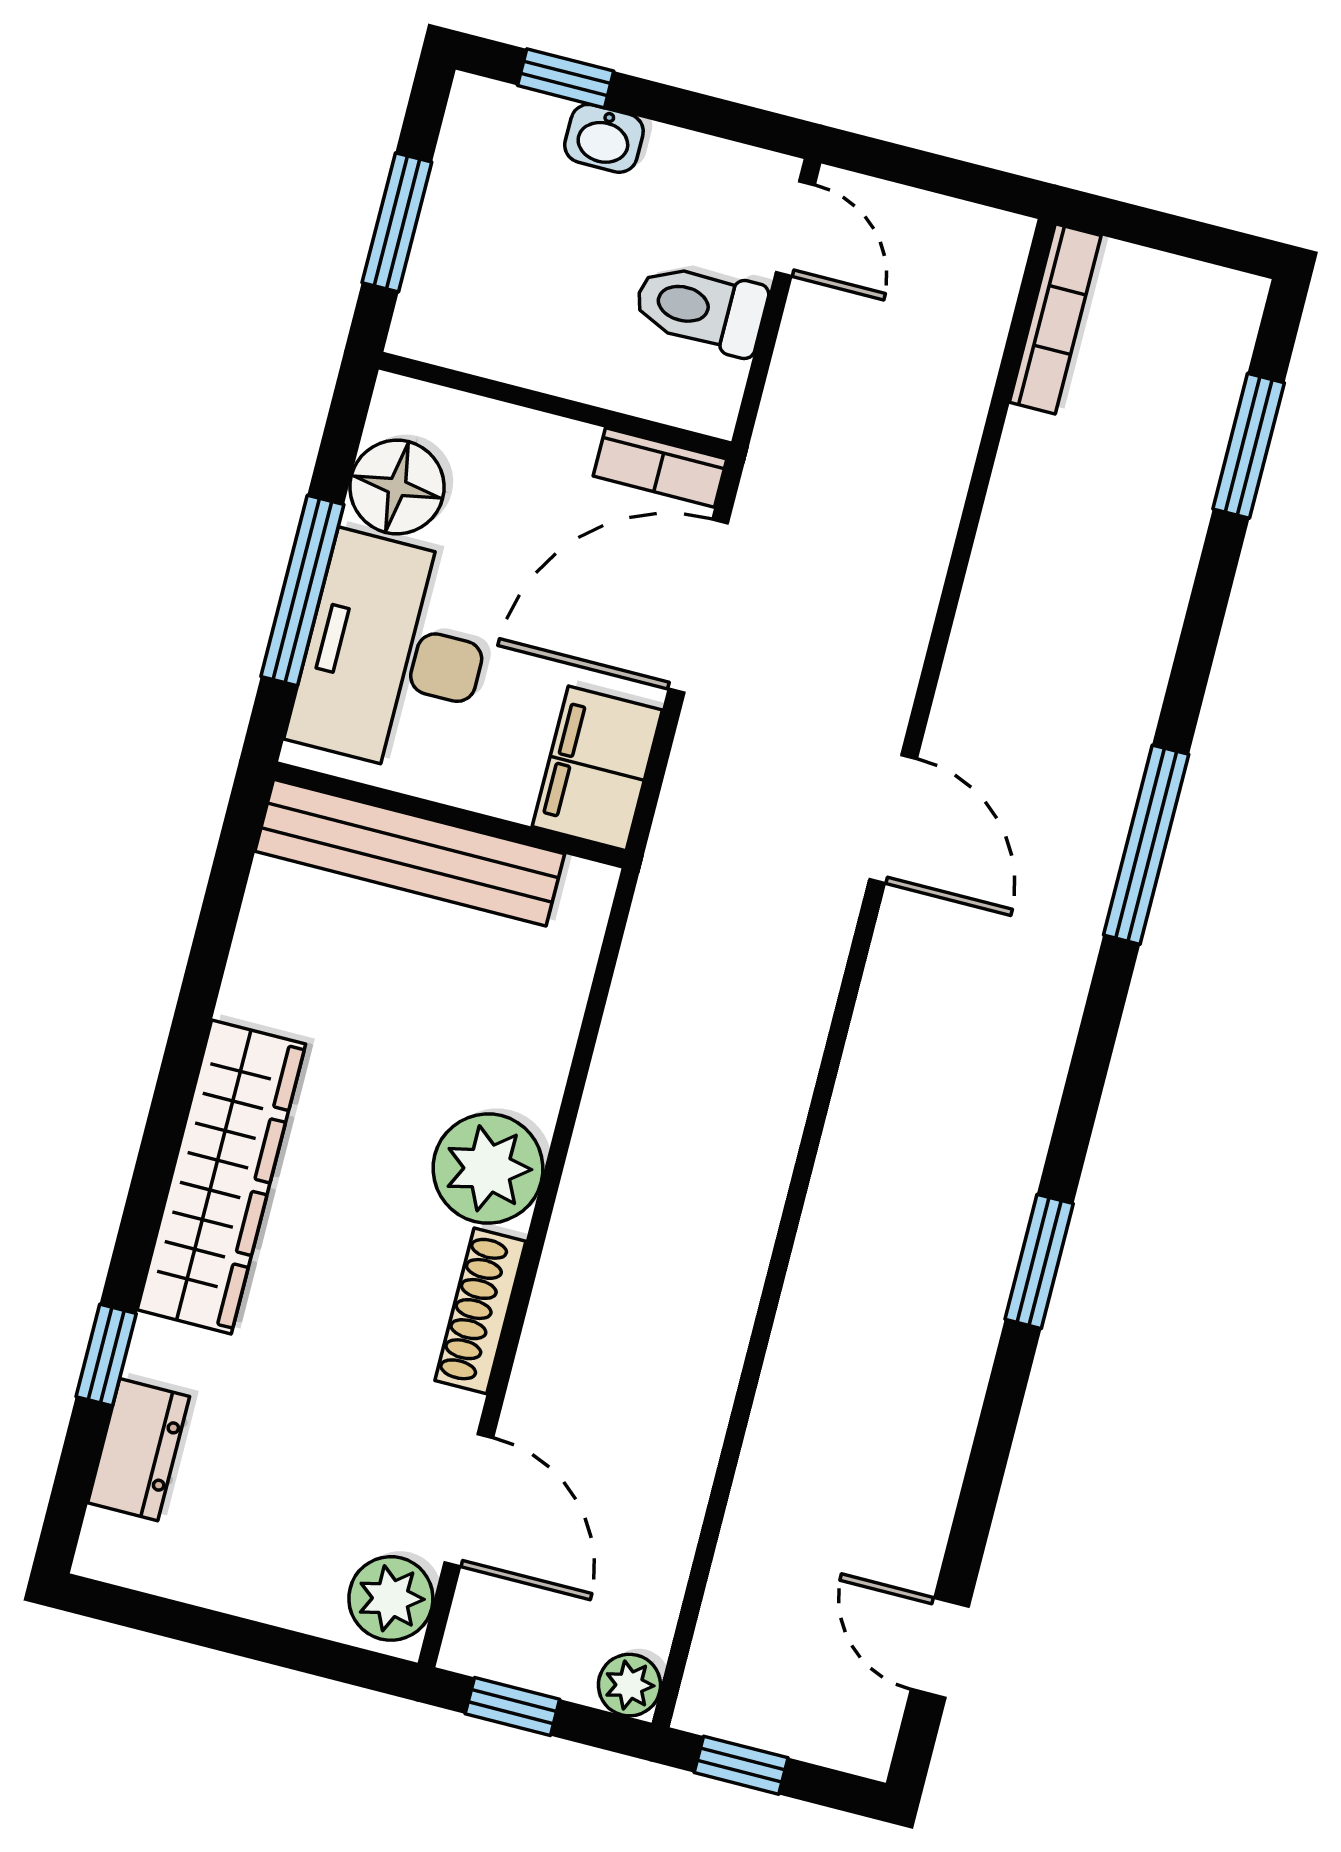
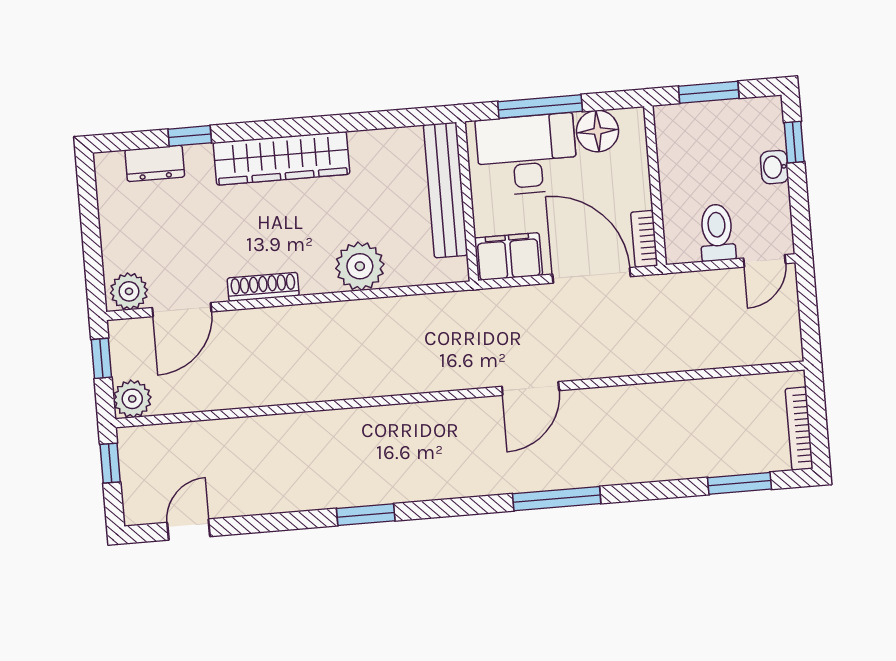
bookcase: (1055, 319) -> (799, 429), moved, turned 90
plant: (488, 1169) -> (360, 266), moved
plant: (629, 1685) -> (132, 399), width x1.38, depth x1.38

